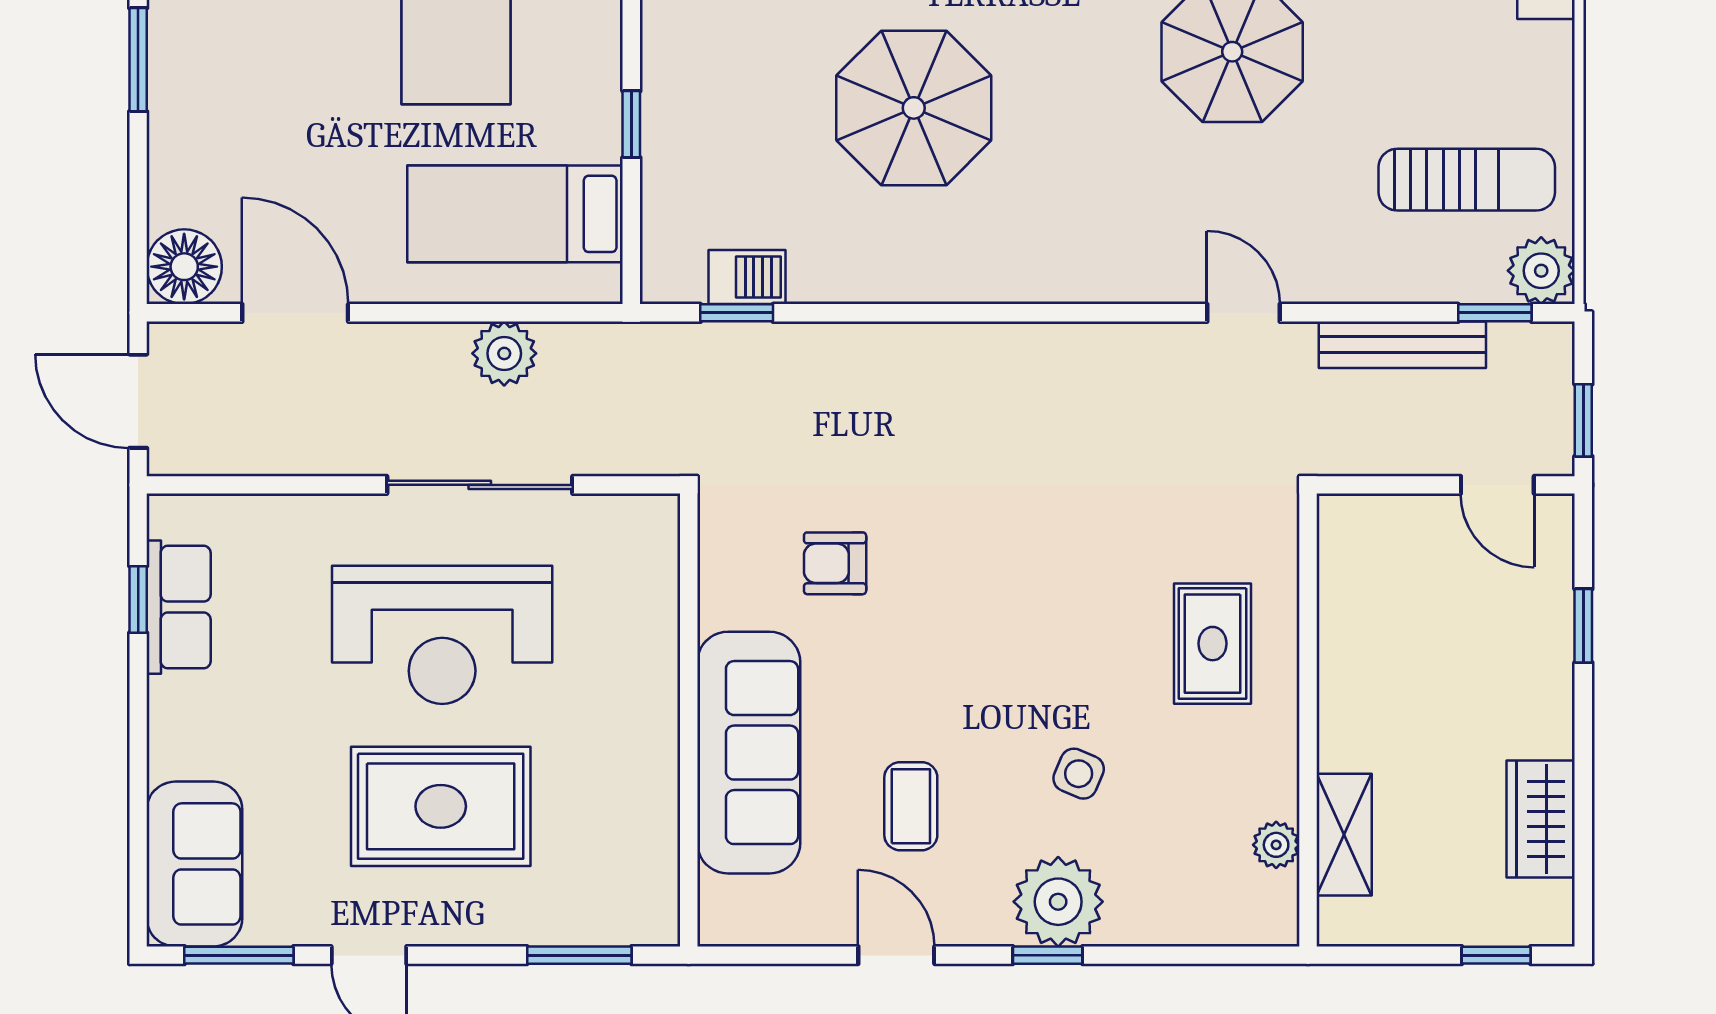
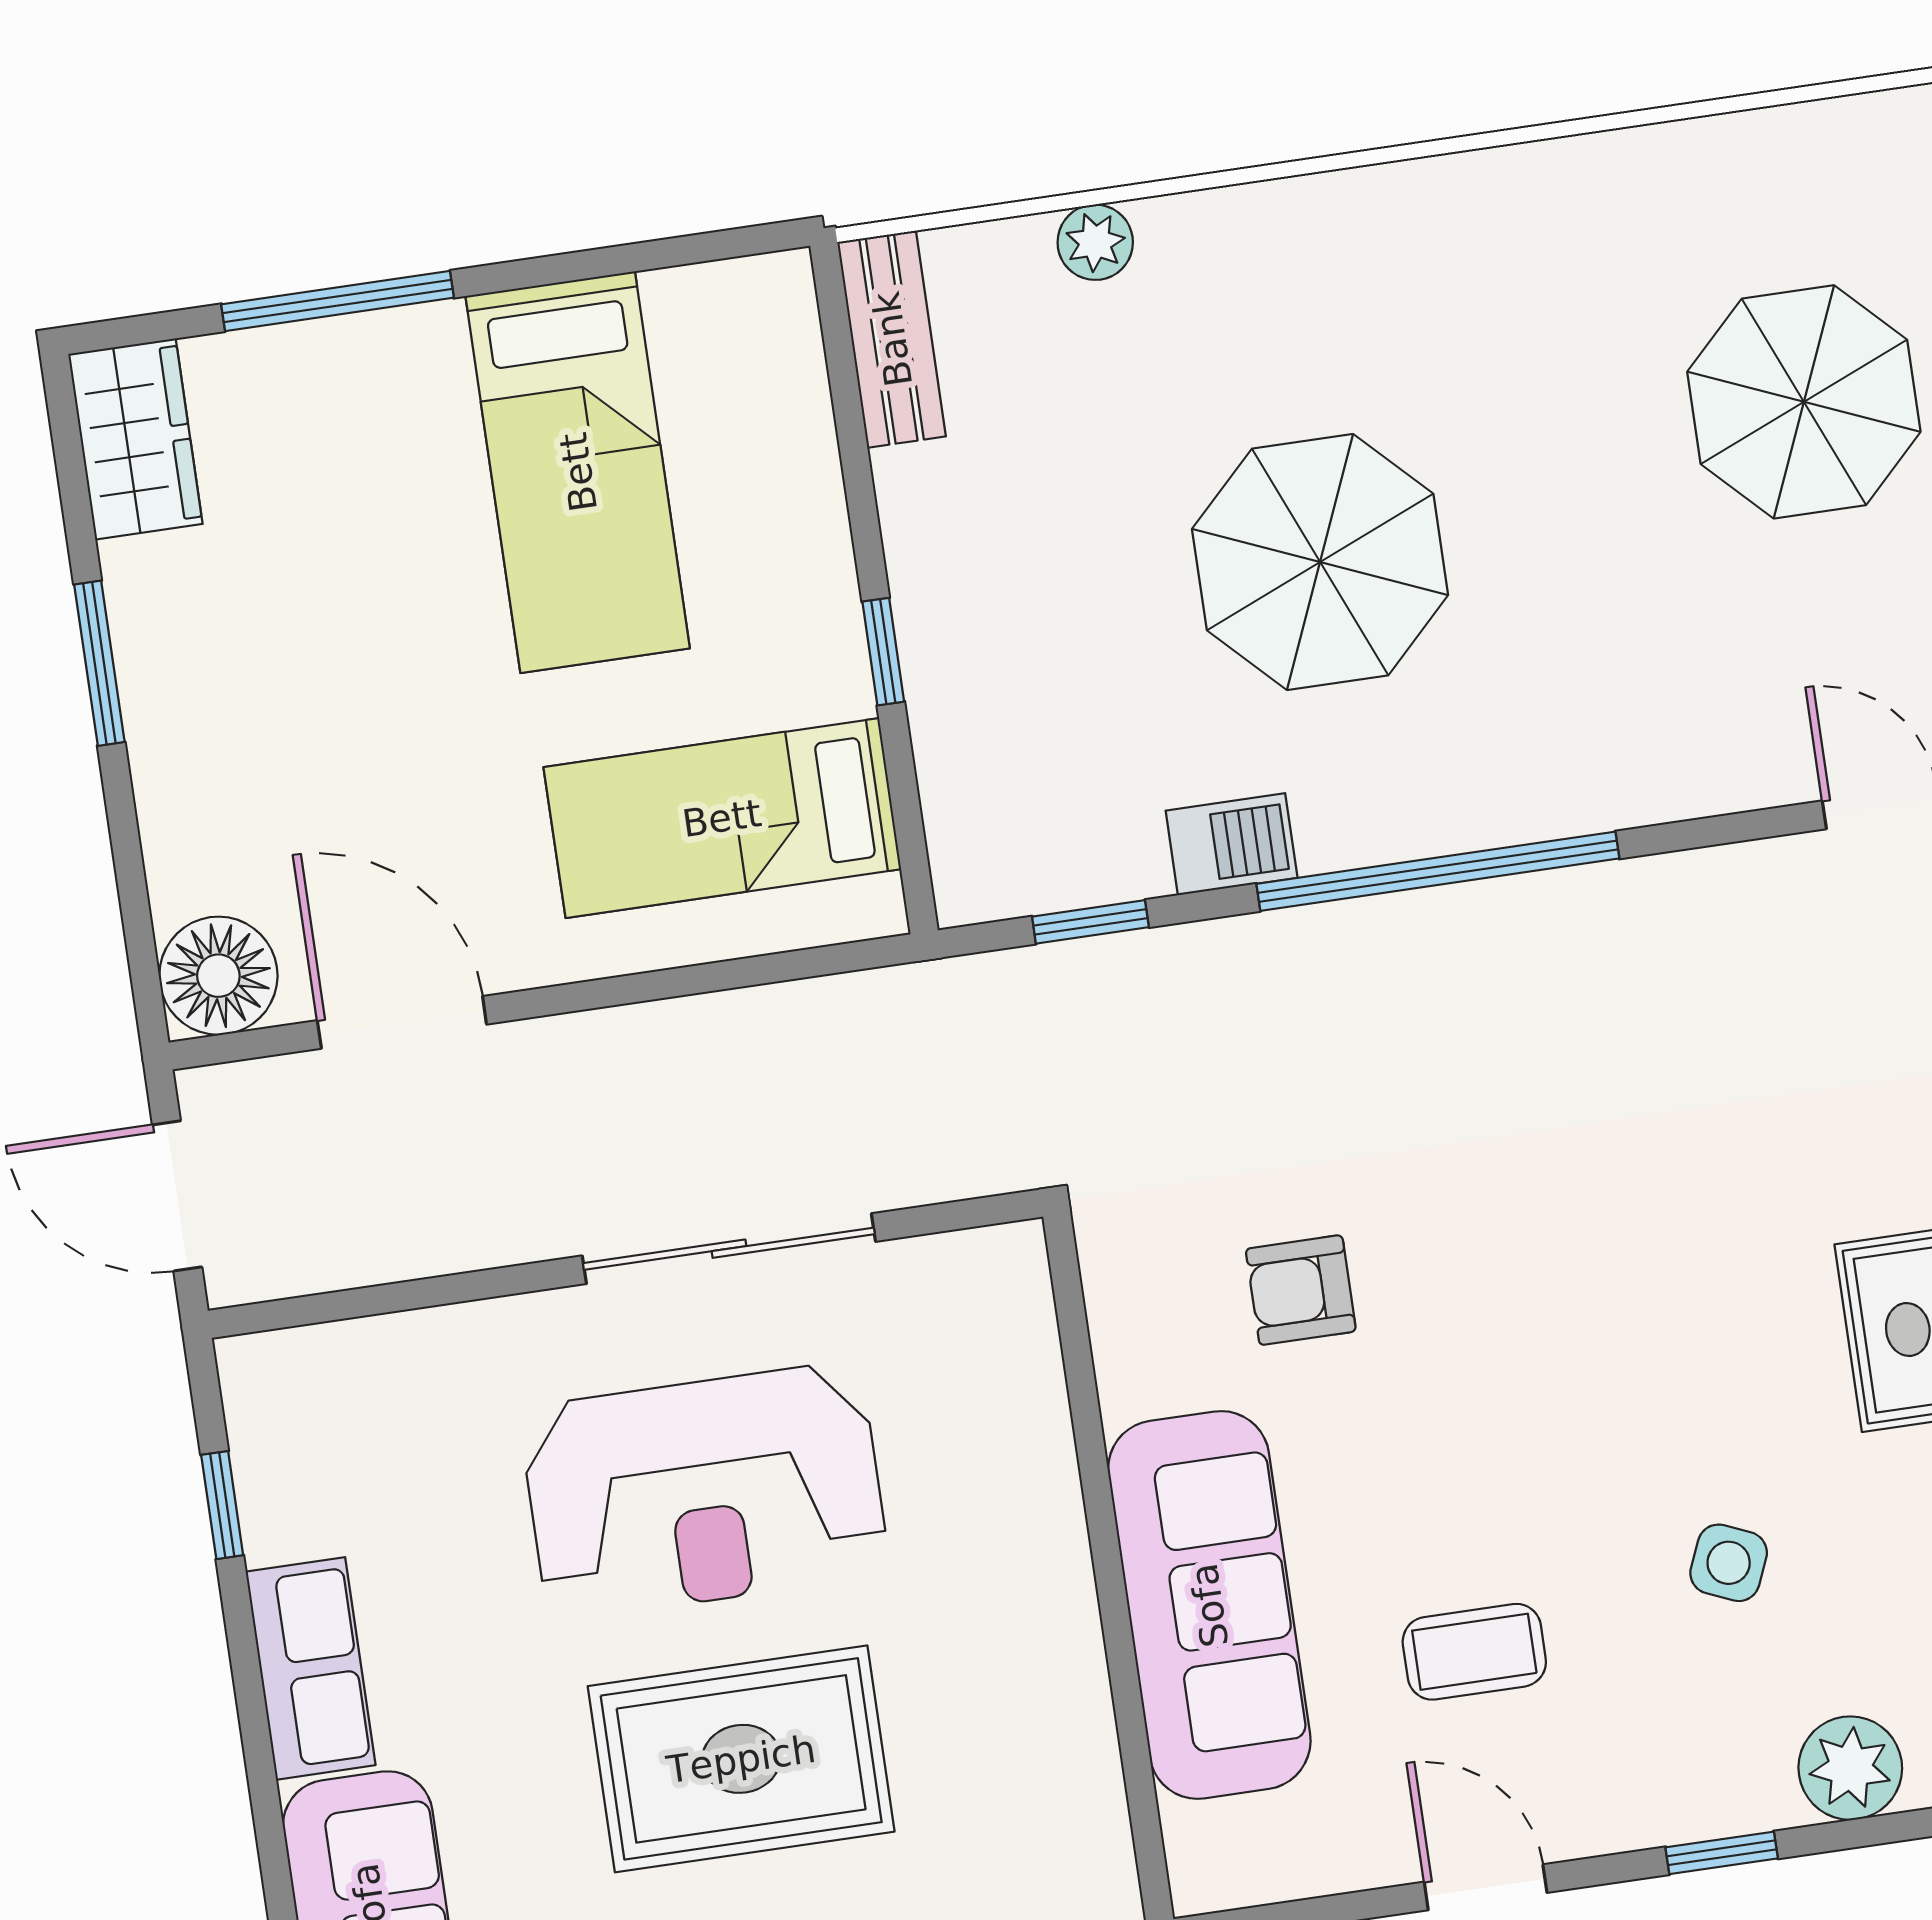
barbecue: (747, 277) -> (1232, 844), moved
window: (959, 313) -> (1438, 871), added
plant: (504, 353) -> (737, 1038), removed
row of seats: (179, 607) -> (311, 1668), moved
coffee table: (911, 806) -> (1474, 1652), turned 90
plant: (1058, 902) -> (1850, 1768), moved, width x0.73, depth x0.73

